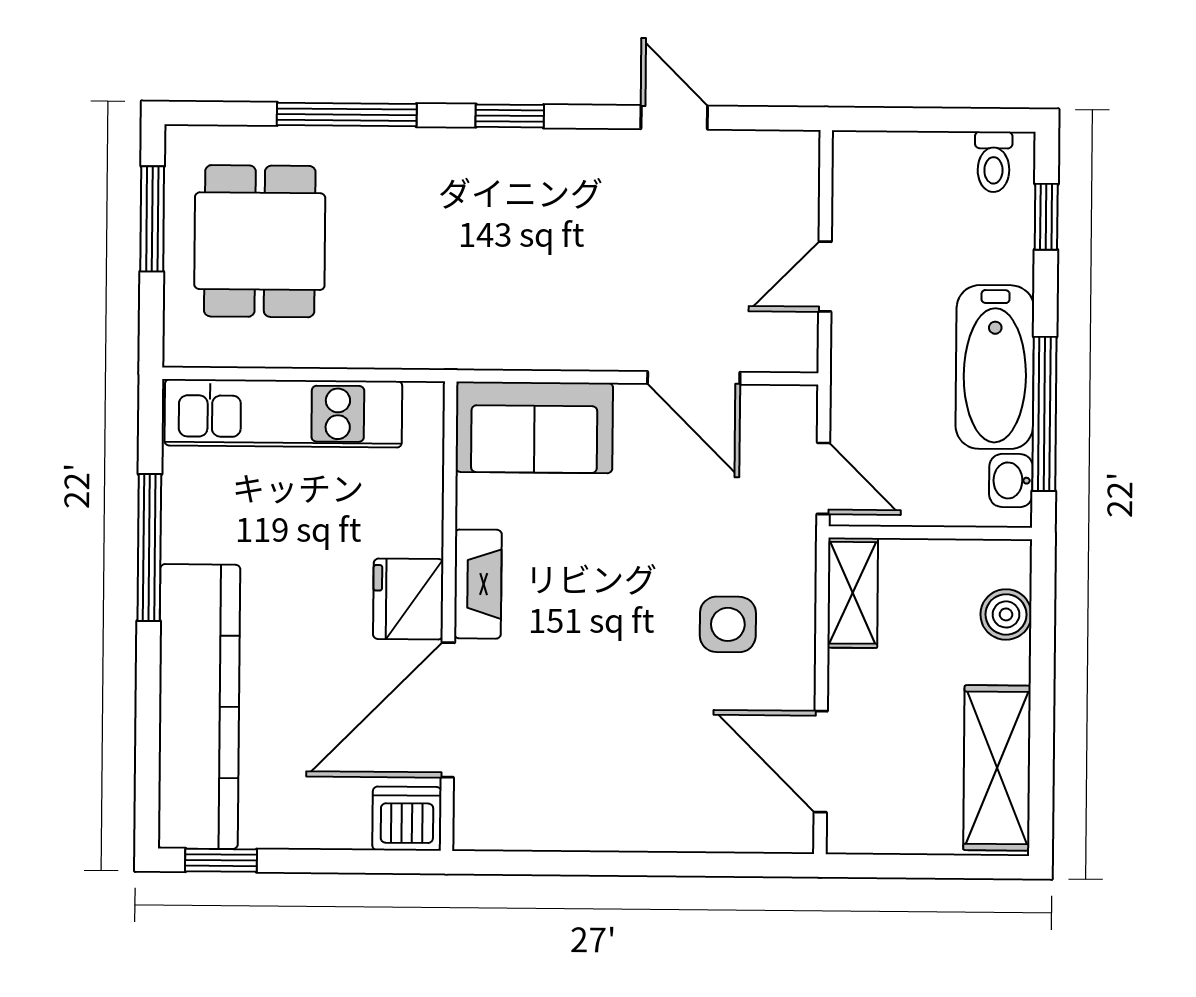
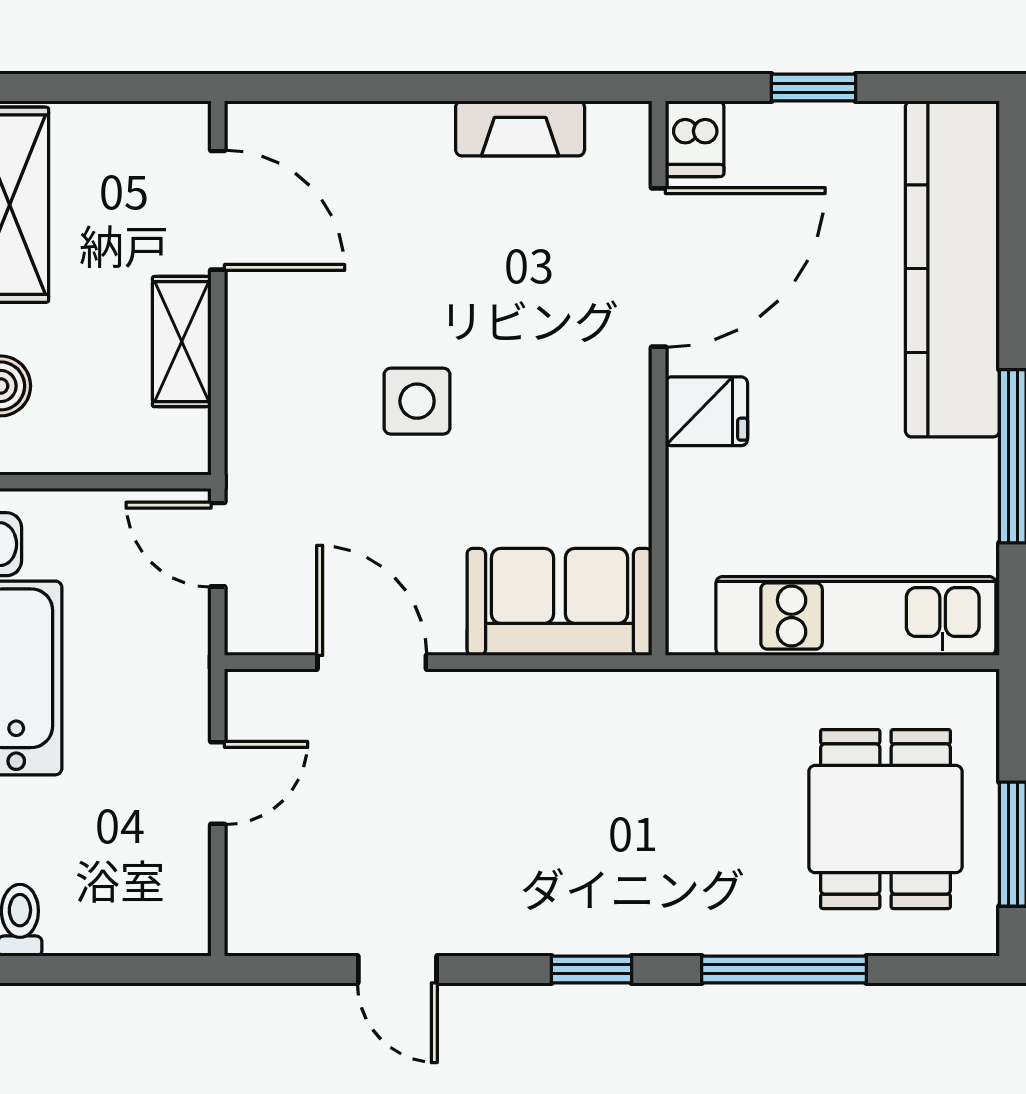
fireplace: (478, 584) -> (520, 128), moved, turned -90
shelving: (853, 593) -> (182, 342), moved
fridge: (408, 599) -> (706, 411), width x0.72
side table: (728, 624) -> (417, 401), moved
dishwasher: (407, 819) -> (695, 139), width x0.73
window: (221, 860) -> (813, 88), moved

